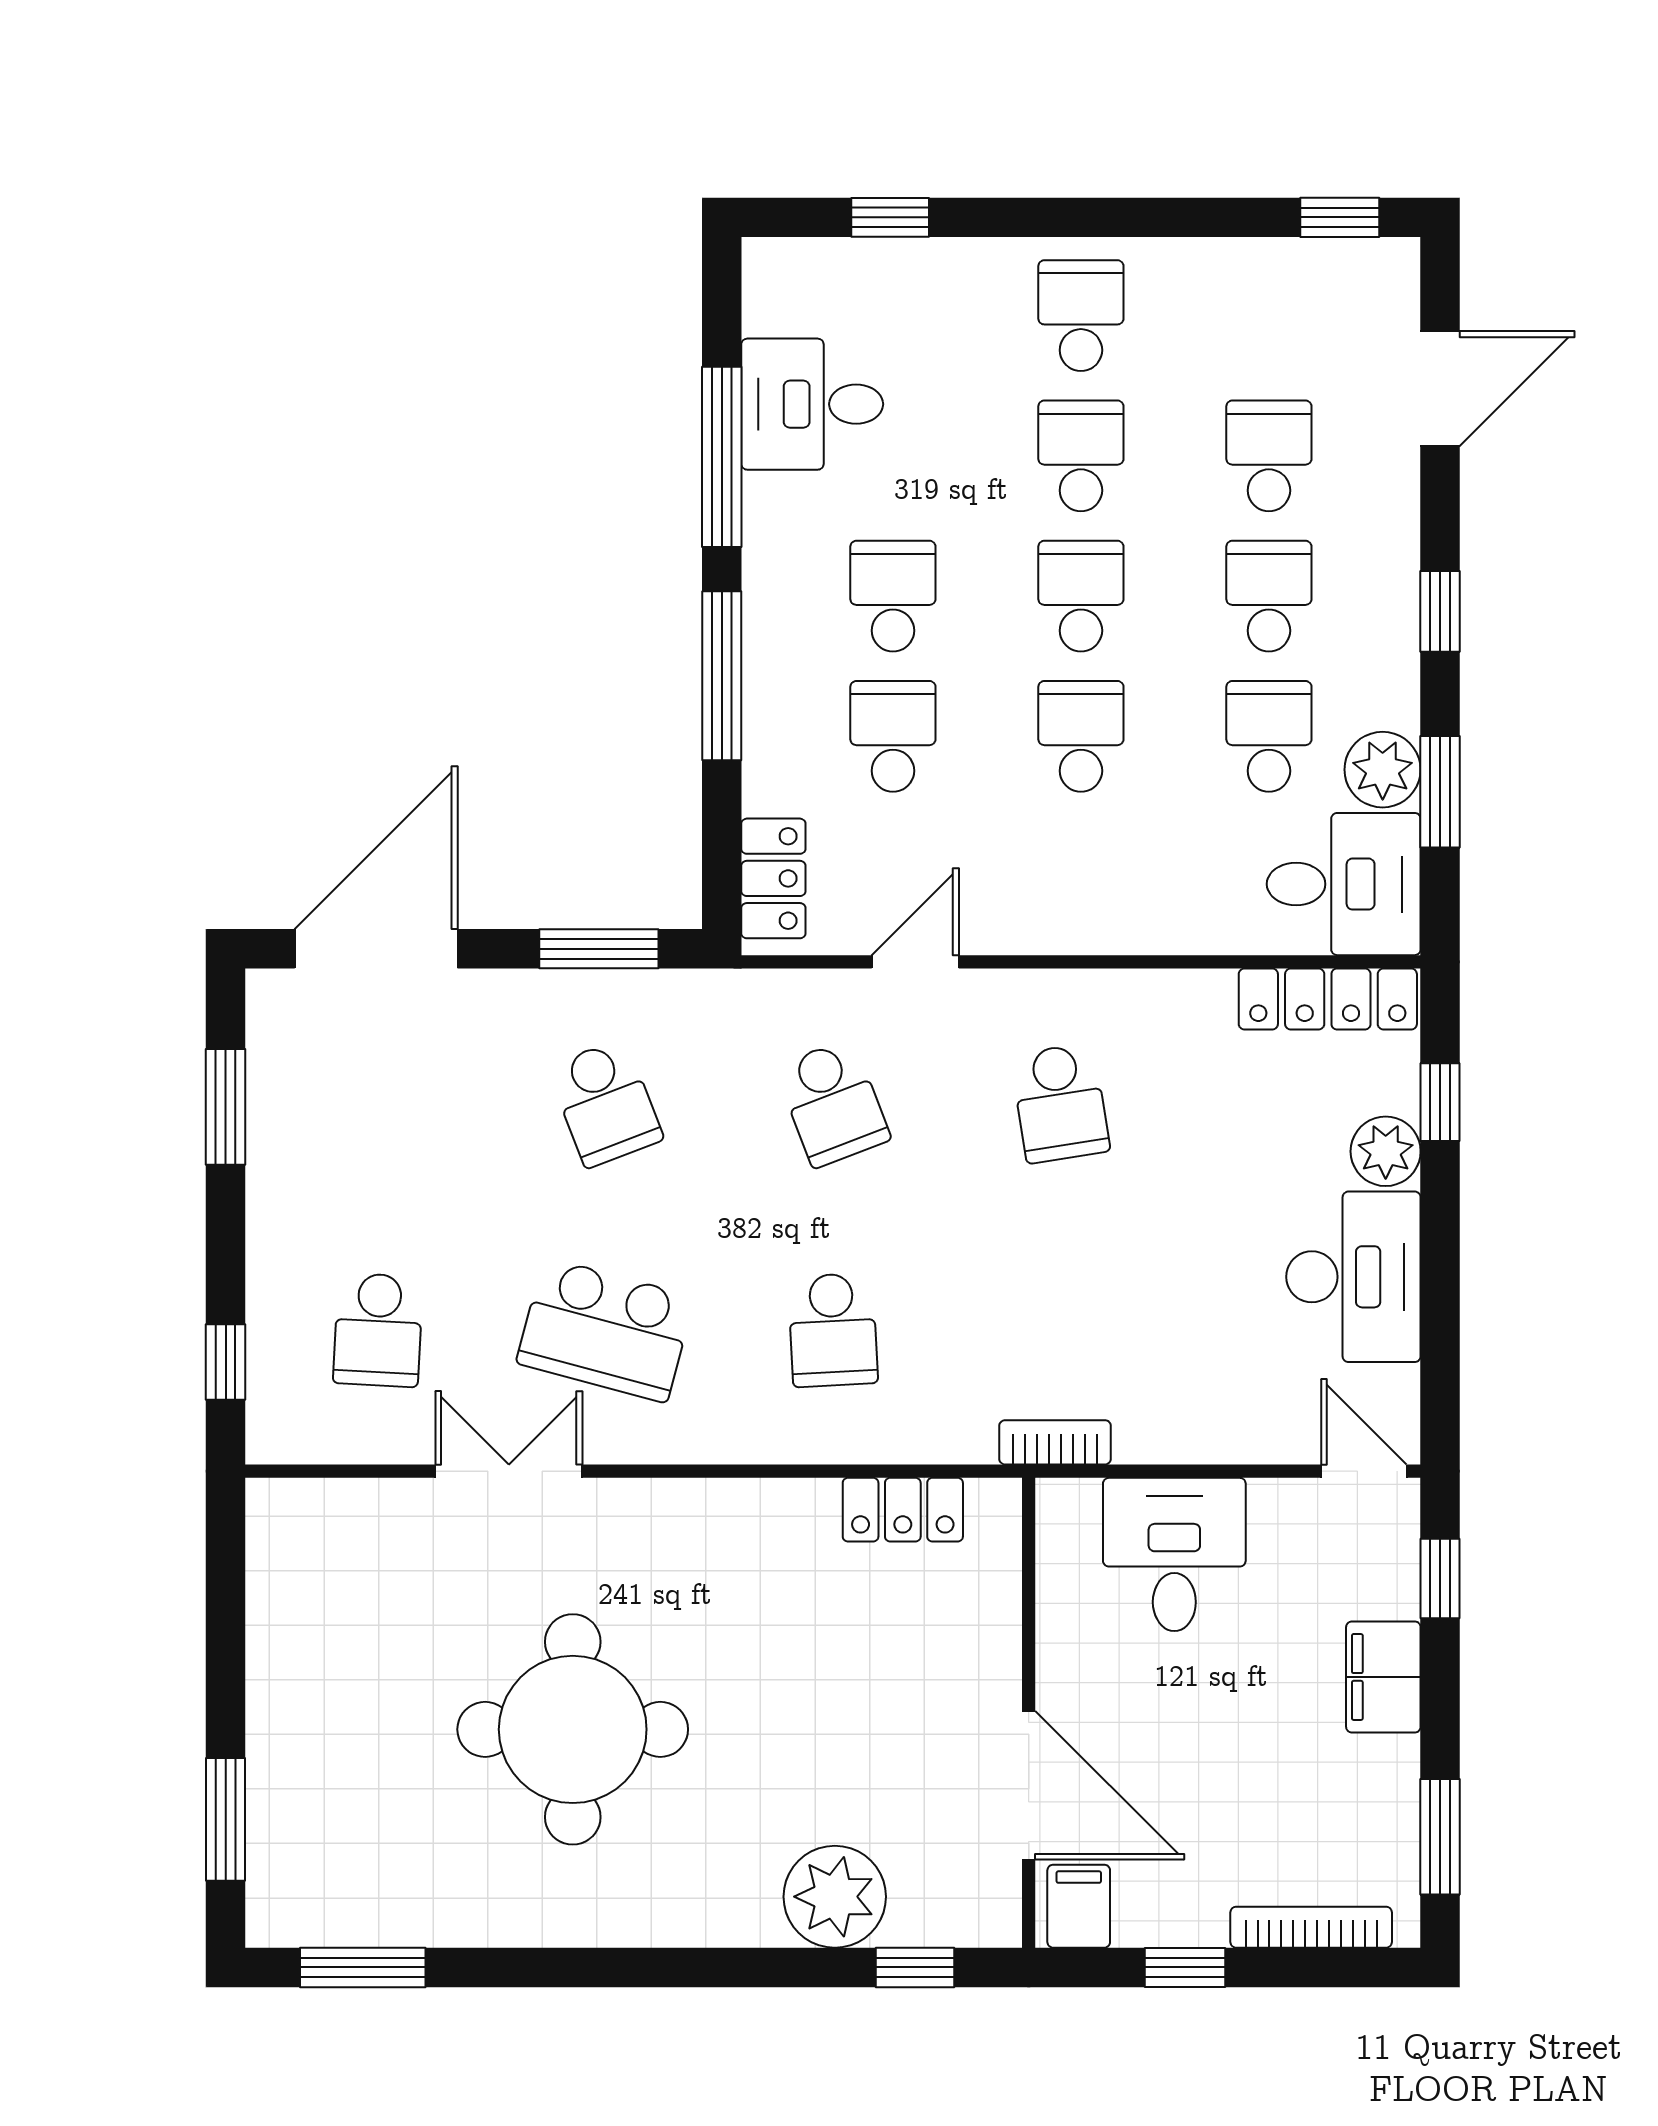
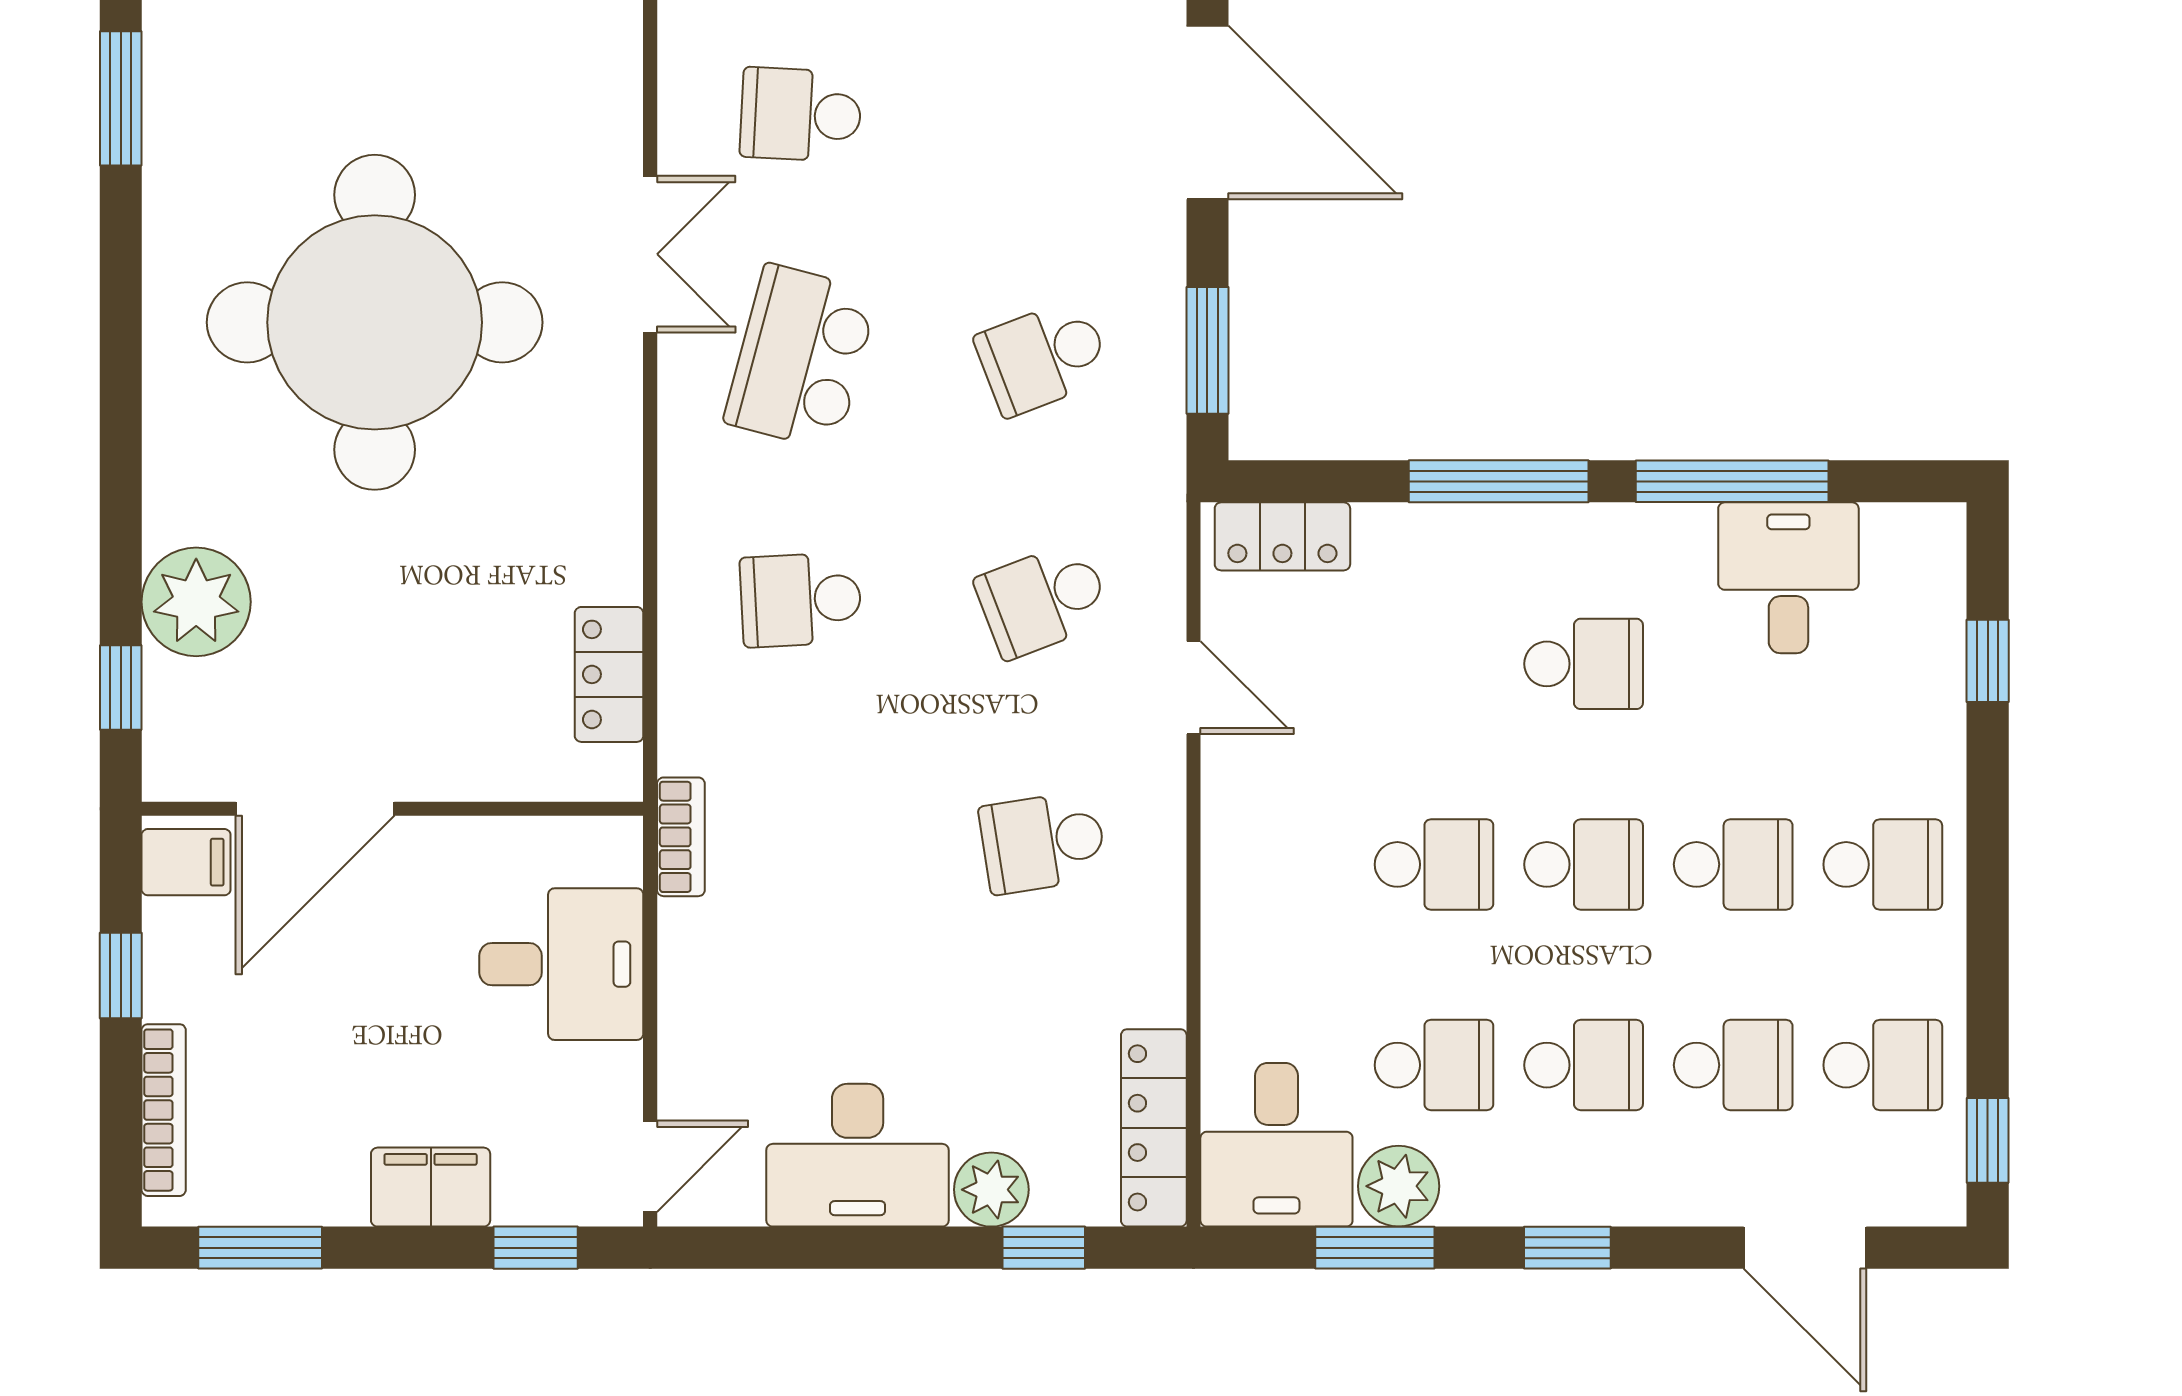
school desk: (893, 736) -> (1883, 1065), moved
round table: (573, 1729) -> (375, 322), width x1.36, depth x1.36

